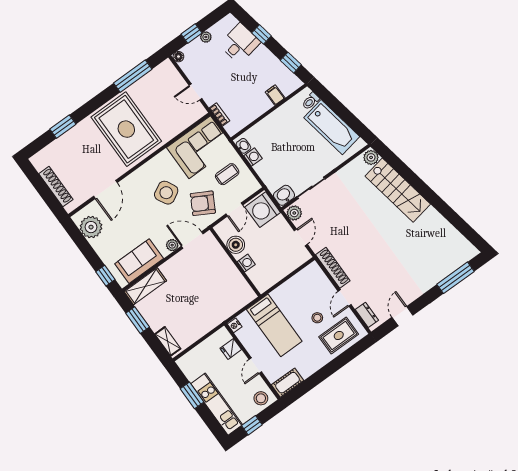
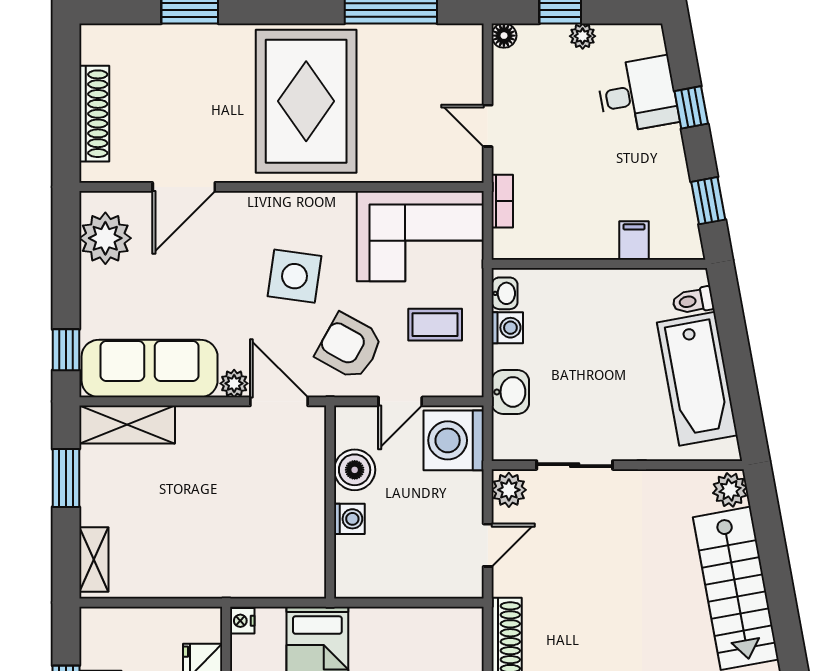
side table: (166, 193) -> (294, 276), turned 36
washbasin: (284, 195) -> (510, 392), moved, turned 90
sofa: (139, 261) -> (150, 368), width x1.36

